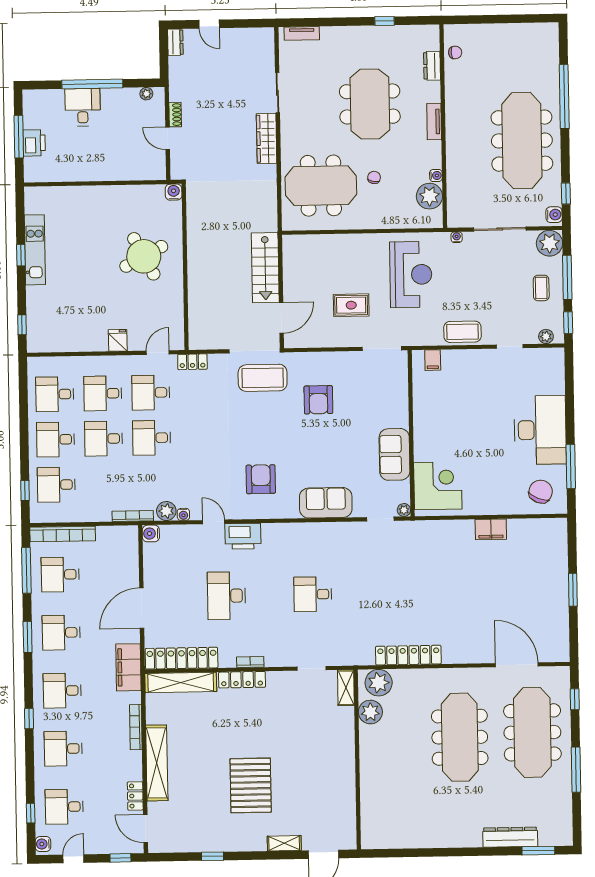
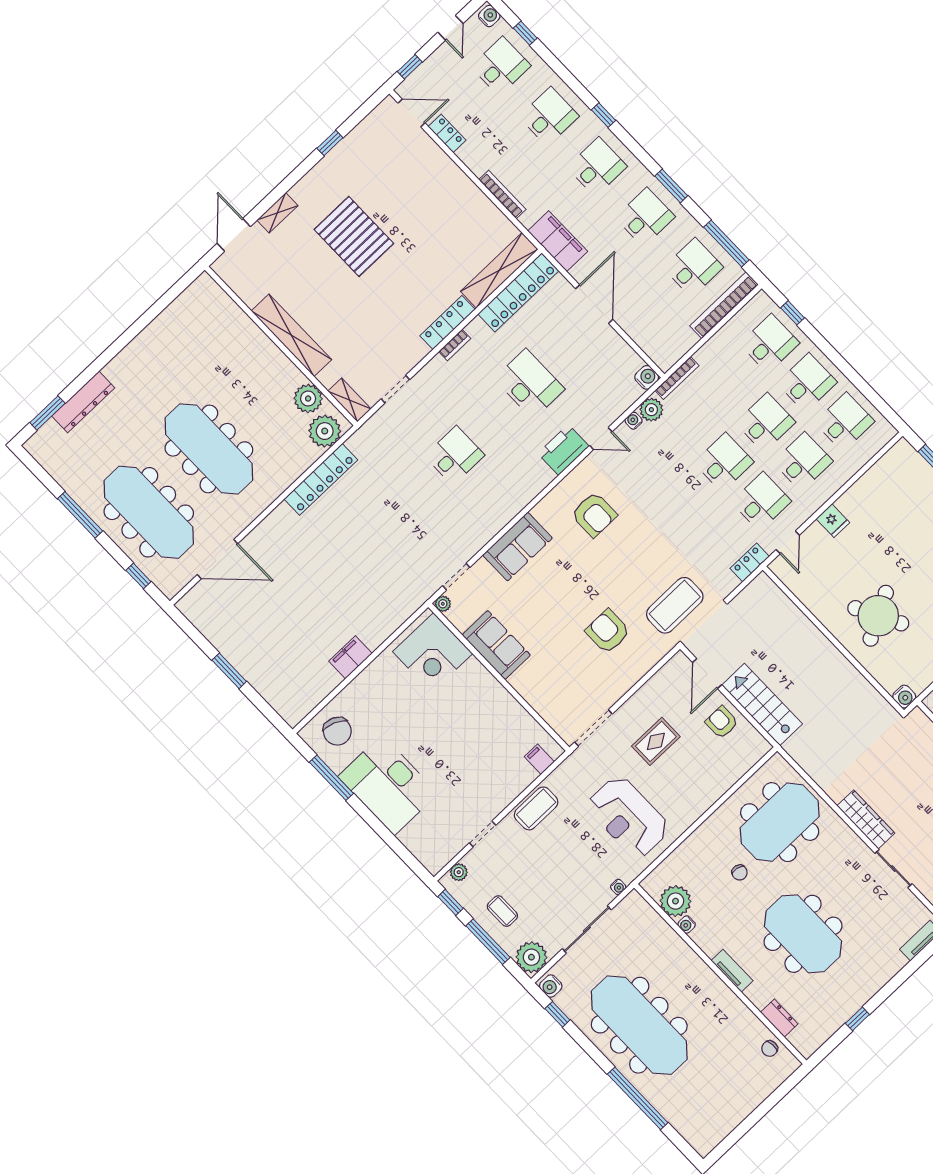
armchair: (300, 280) -> (722, 722), added
shelving: (157, 763) -> (291, 335), moved

